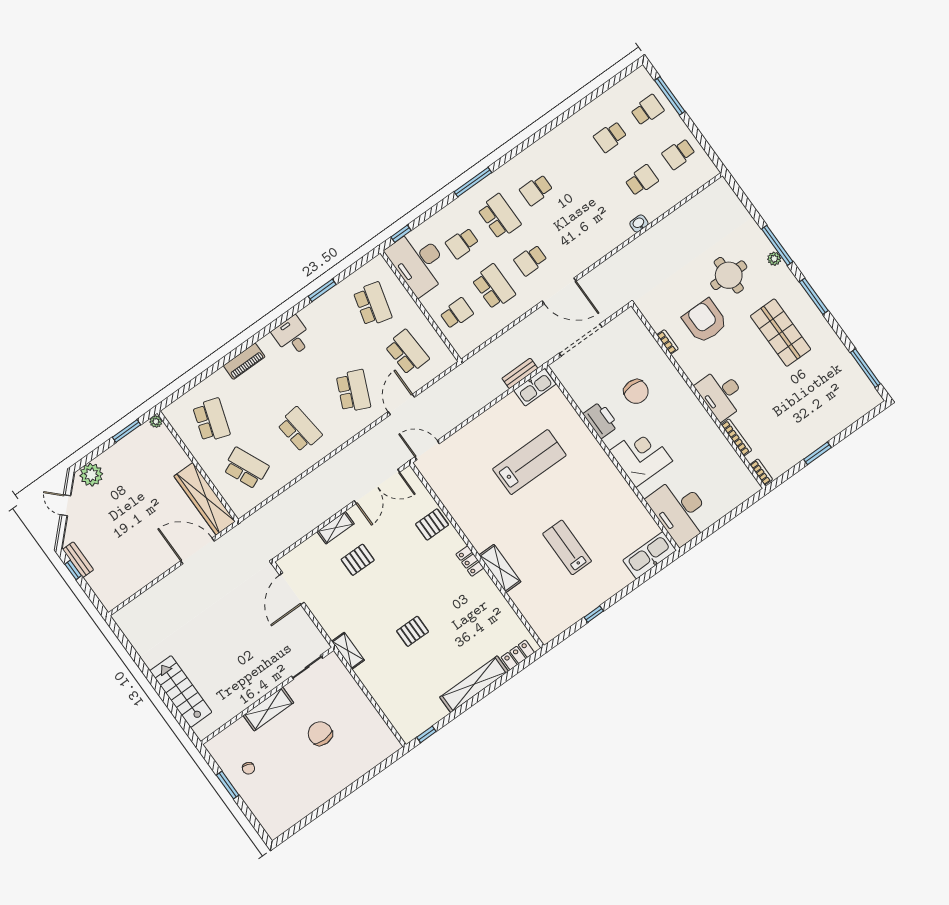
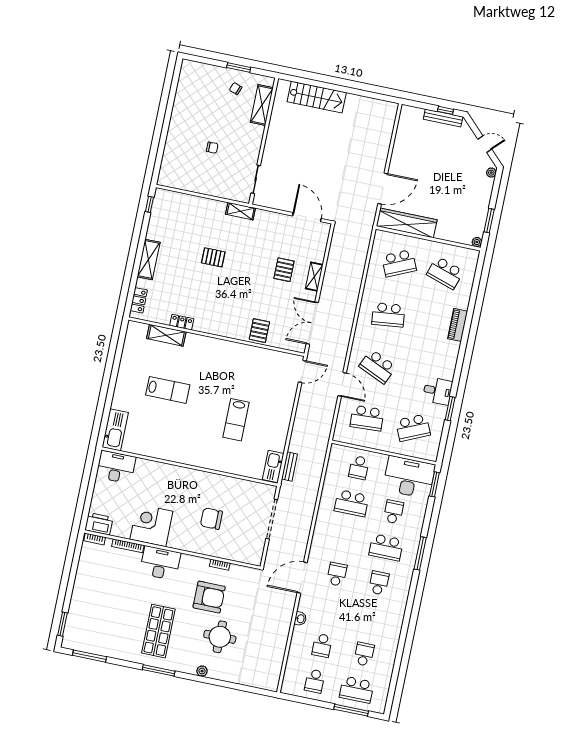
school desk: (647, 110) -> (357, 690), width x1.85
school desk: (679, 154) -> (315, 681), turned 180
window: (401, 234) -> (434, 484), width x1.50
window: (777, 245) -> (208, 680), removed
school desk: (531, 260) -> (337, 574), moved
door: (559, 291) -> (302, 578), moved
school desk: (372, 304) -> (413, 428), turned -39
shop shelf: (781, 333) -> (158, 631), turned 90
desk: (292, 336) -> (438, 391), moved
printer: (601, 420) -> (99, 524), moved, turned 180
window: (817, 453) -> (63, 624), moved
corner desk: (641, 456) -> (151, 525), moved, turned 180
lab bench: (529, 462) -> (236, 420), width x0.73, depth x0.72
plant: (91, 475) -> (491, 173), width x0.53, depth x0.53
desk: (680, 511) -> (116, 467), width x0.73, depth x0.77
bench: (78, 560) -> (443, 118), width x1.36
locker: (470, 561) -> (182, 322), moved
shelving: (500, 568) -> (166, 335), moved
window: (594, 614) -> (116, 365), removed
pallet: (413, 631) -> (213, 257), turned 90
shelving: (474, 684) -> (149, 260), width x0.68
shelving: (268, 709) -> (262, 105), moved
chair: (320, 734) -> (212, 148), width x0.54, depth x0.54

